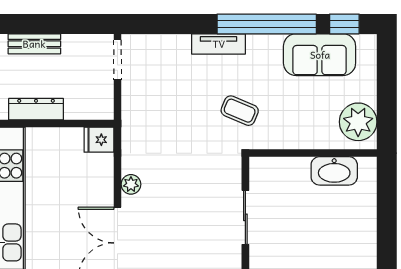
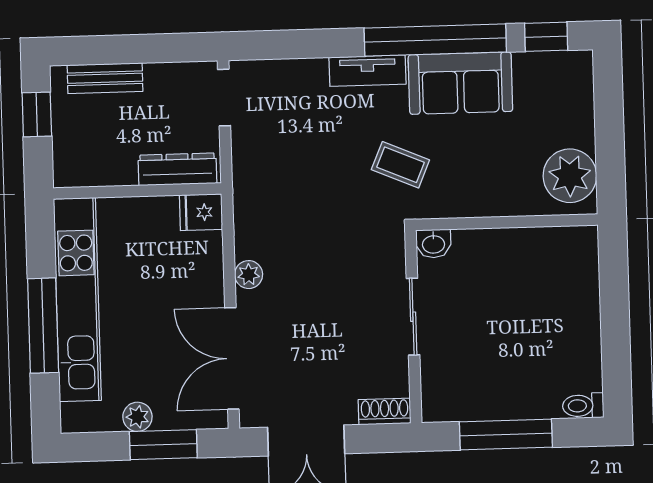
sofa: (320, 55) -> (460, 83), moved
dresser: (36, 109) -> (177, 169), moved
washbasin: (334, 171) -> (433, 244), moved, width x0.52, depth x0.69

